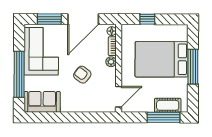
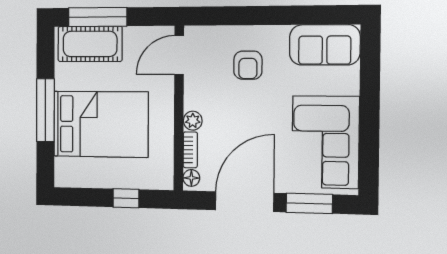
window: (19, 74) -> (370, 98), removed
armchair: (82, 75) -> (248, 65), moved, turned 53
cot: (168, 105) -> (90, 44), width x1.37, depth x1.34

